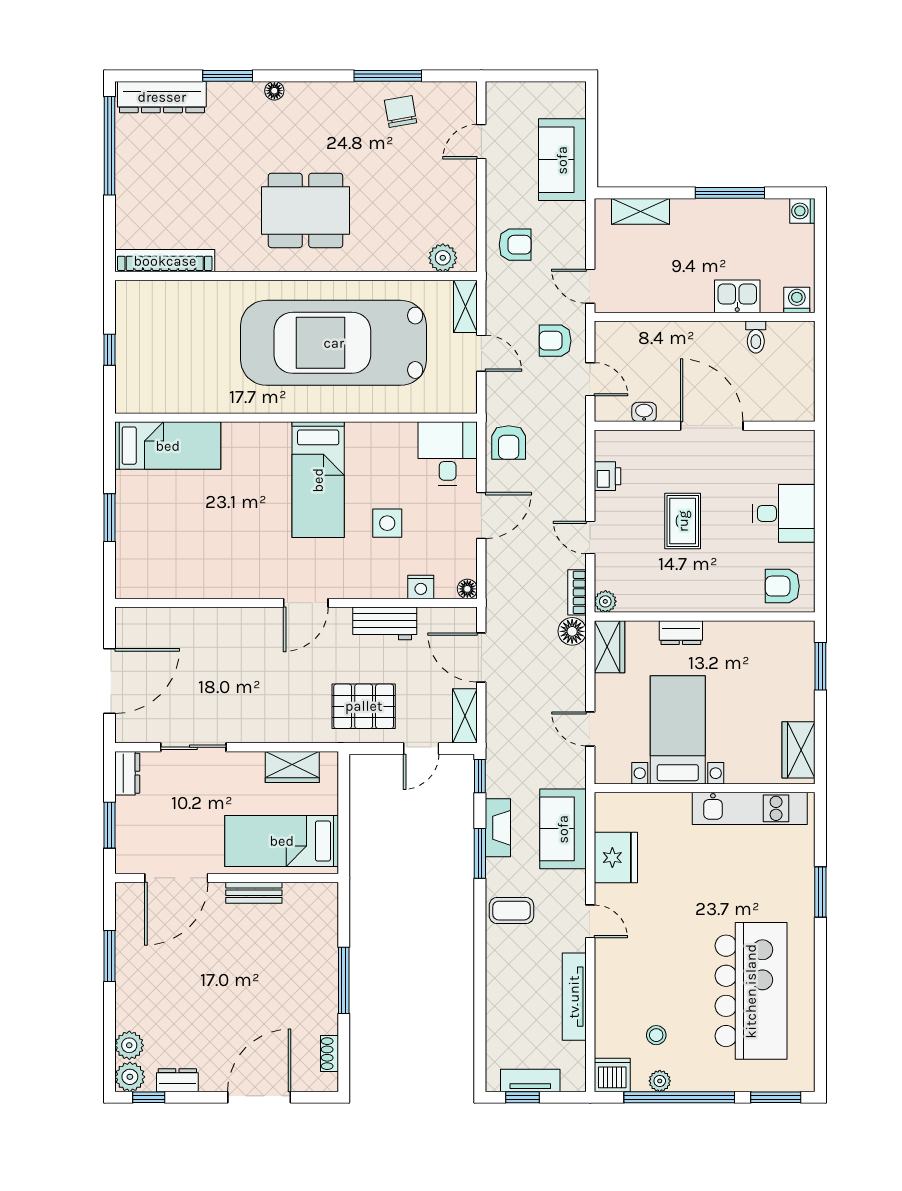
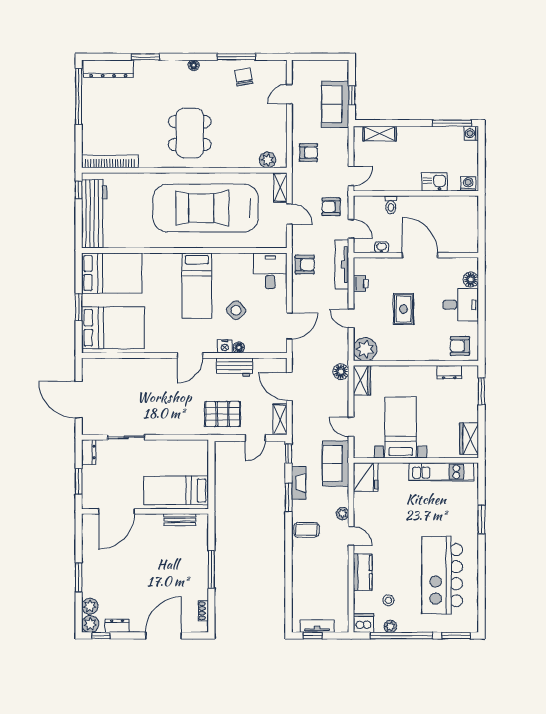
floor lamp: (274, 91) -> (194, 65), moved
window: (592, 144) -> (352, 95), added
window: (730, 193) -> (452, 123), moved
dining table: (305, 210) -> (190, 133), turned 90
door: (590, 286) -> (351, 176), swing flipped
toilet: (756, 337) -> (391, 205), moved
window: (109, 350) -> (79, 190), moved
workbench: (137, 353) -> (94, 214), added
armchair: (509, 443) -> (305, 265), turned -90
bed: (168, 446) -> (112, 273), width x1.50
floor lamp: (802, 469) -> (471, 280), added
door: (481, 515) -> (289, 326), moved
side table: (387, 523) -> (236, 310), turned 45
bed: (170, 554) -> (113, 328), added
nightstand: (421, 587) -> (225, 346), moved
floor lamp: (467, 589) -> (239, 348), moved
bookcase: (577, 592) -> (344, 350), removed
plant: (605, 601) -> (365, 349), width x1.88, depth x1.88
dresser: (681, 633) -> (449, 372), moved
door: (109, 681) -> (79, 400), swing flipped
wardrobe: (292, 767) -> (182, 448), removed
sofa: (563, 829) -> (336, 463), moved
fridge: (616, 858) -> (366, 477), moved
plant: (575, 882) -> (343, 514), added
bench: (254, 893) -> (180, 520), moved
window: (109, 956) -> (79, 577), moved
kitchen counter: (611, 985) -> (363, 572), added
kitchen island: (751, 991) -> (442, 575), turned 180
tv unit: (574, 997) -> (342, 265), moved

